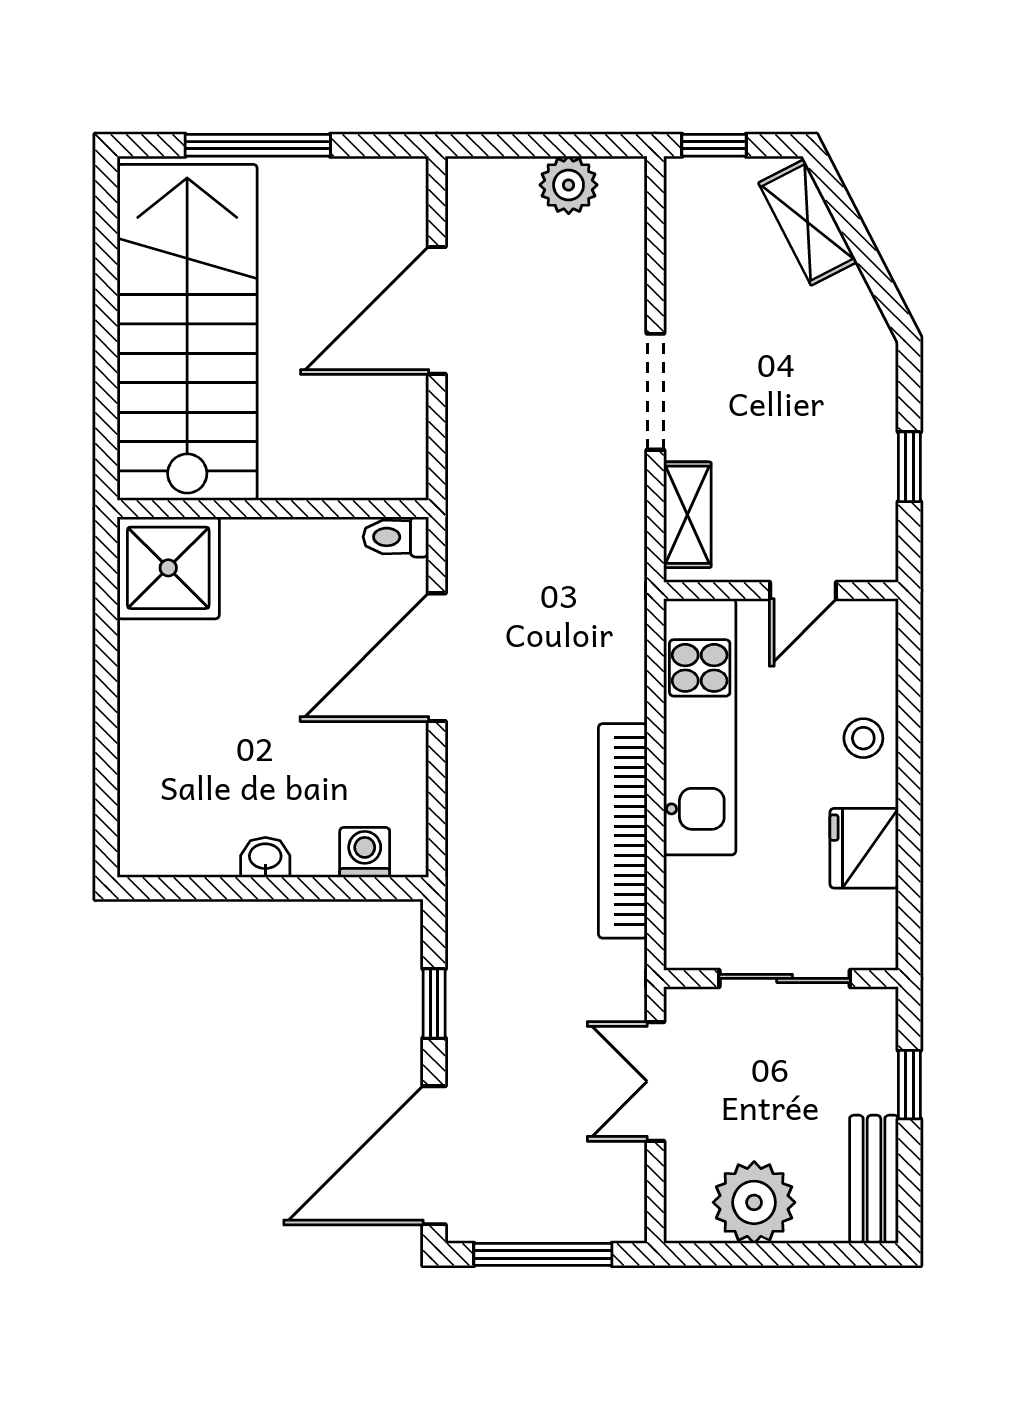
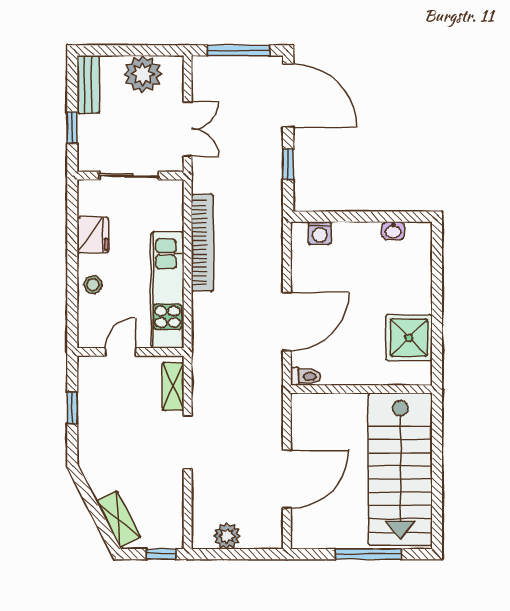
shower: (168, 568) -> (409, 338), moved
washbasin: (265, 857) -> (393, 231), moved
door: (434, 1155) -> (288, 95), hinge flipped

